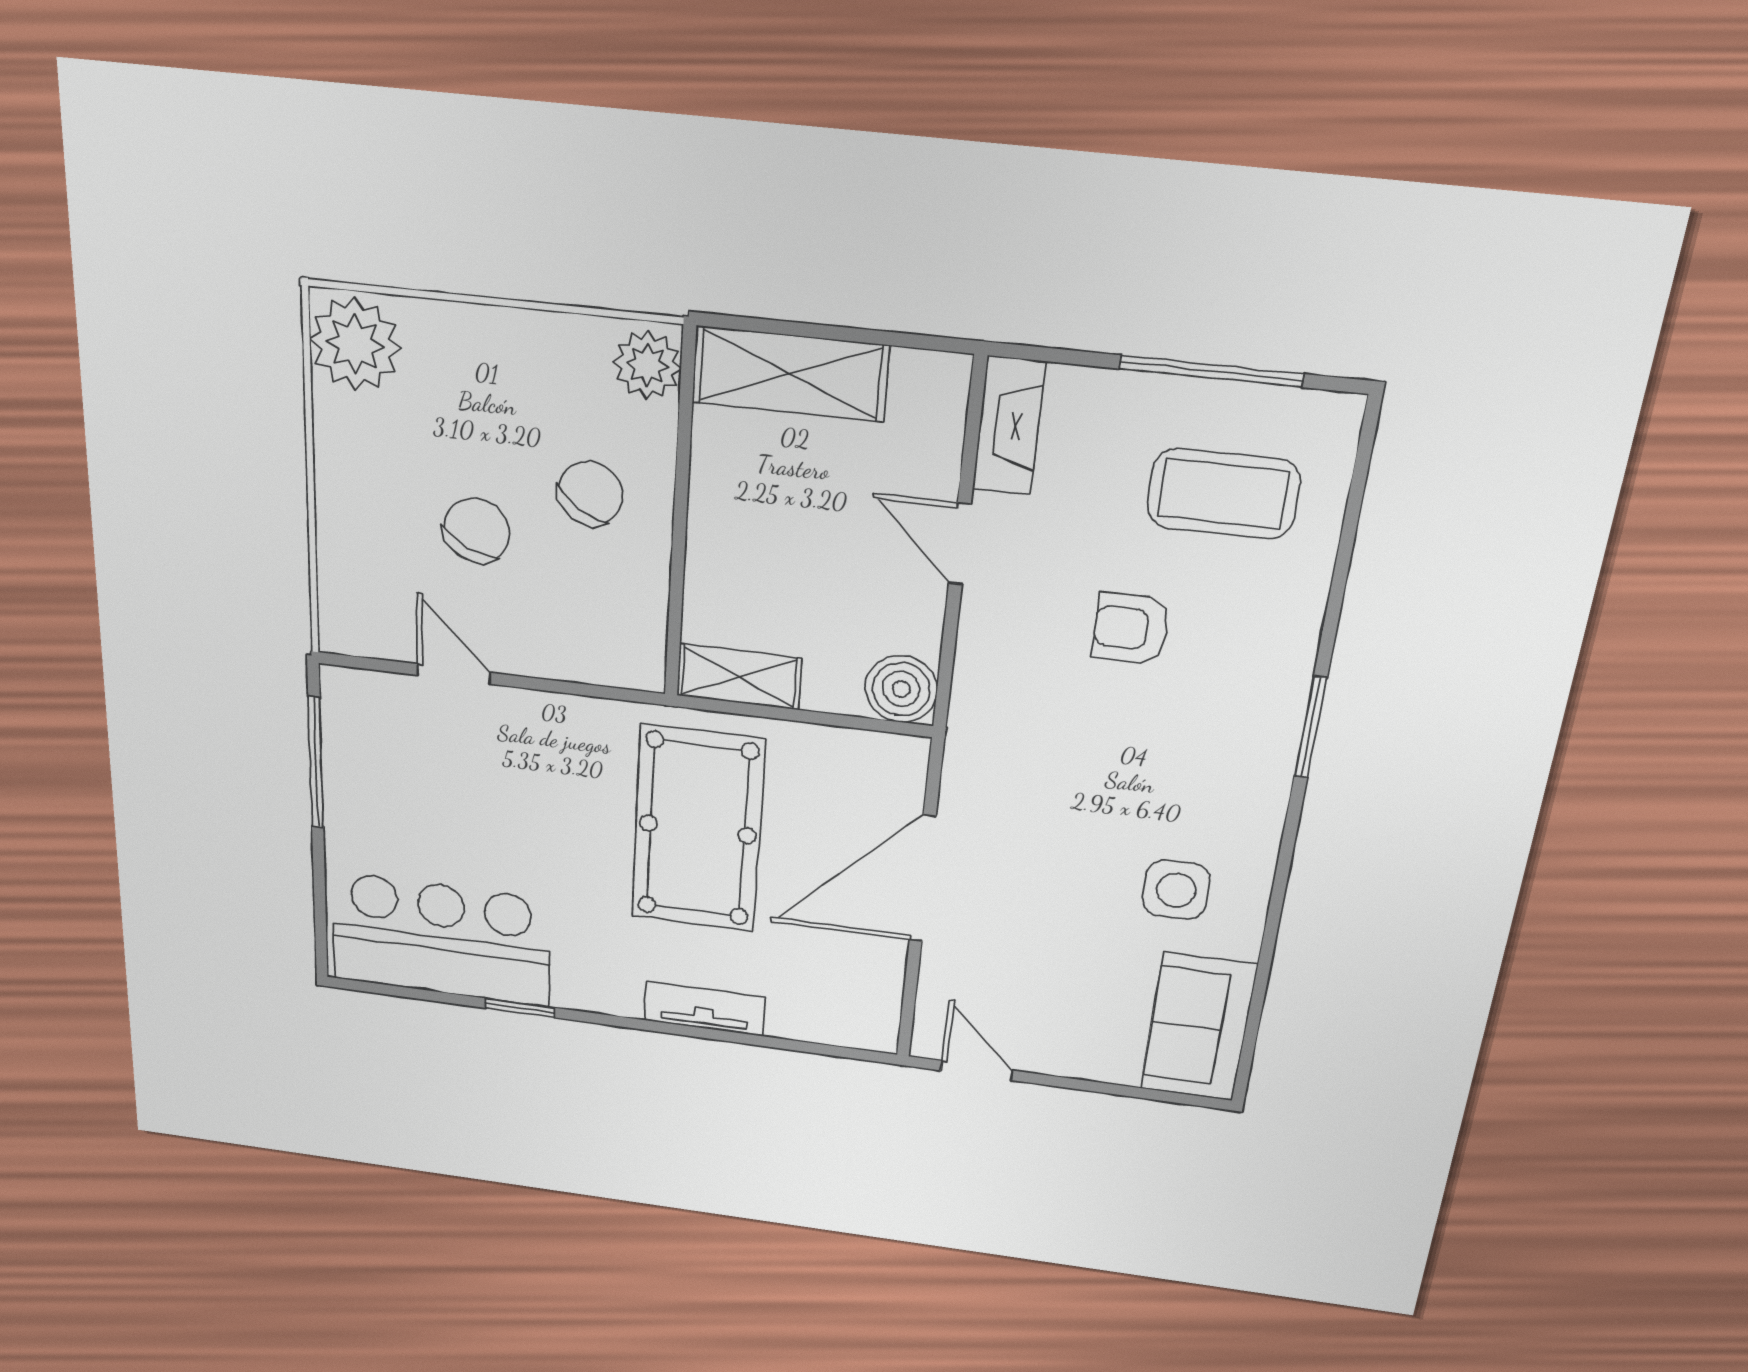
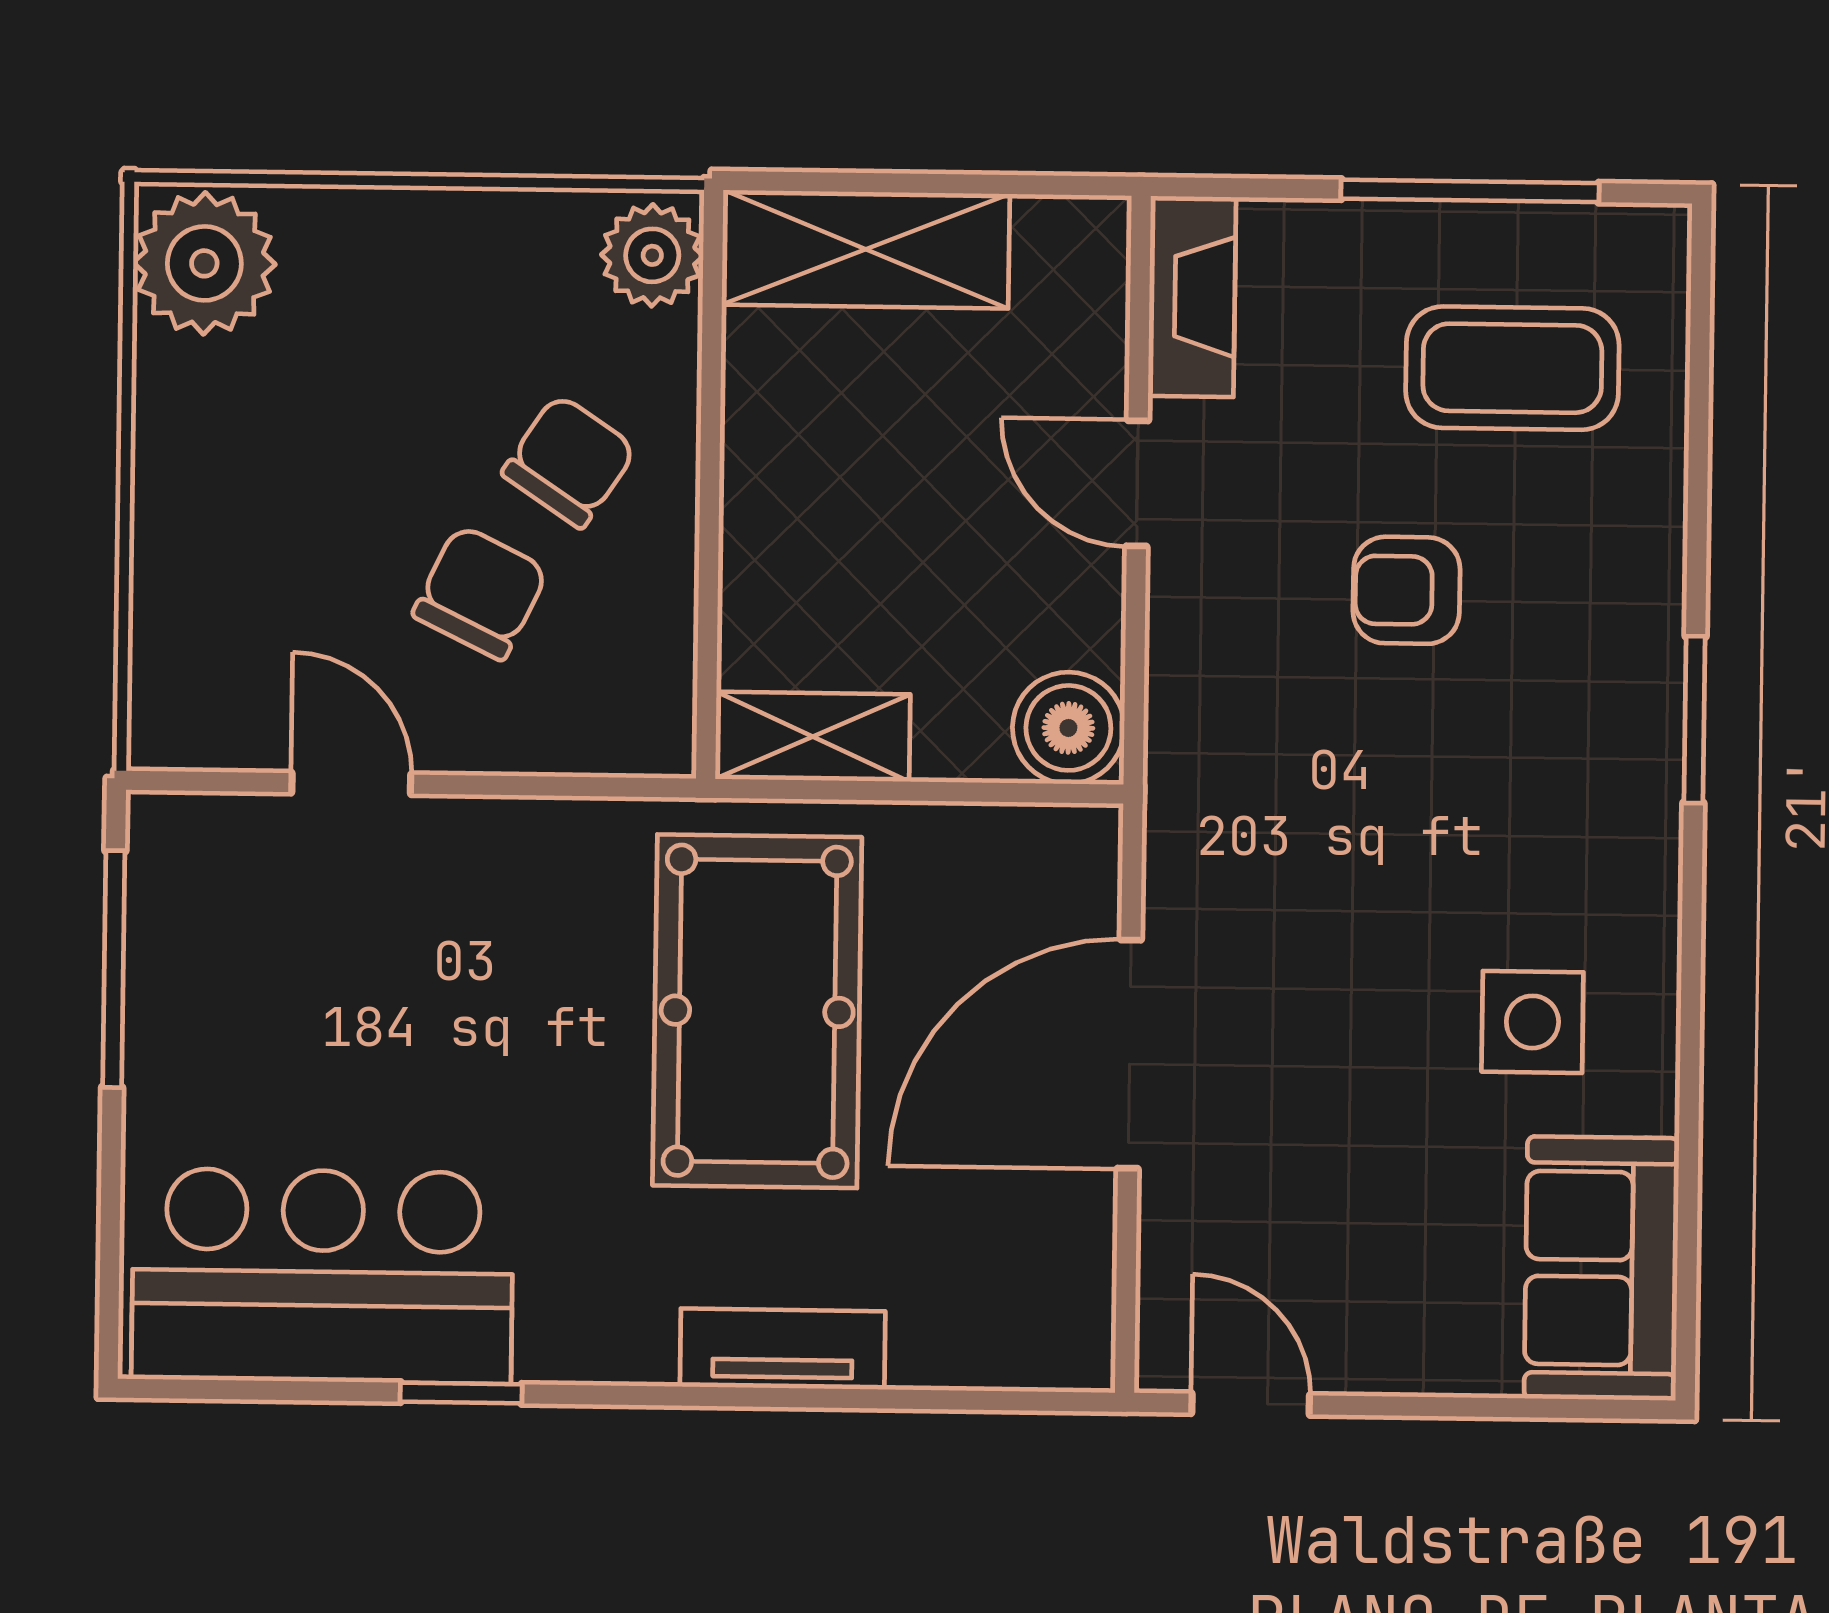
chair: (476, 530) -> (480, 593), moved

